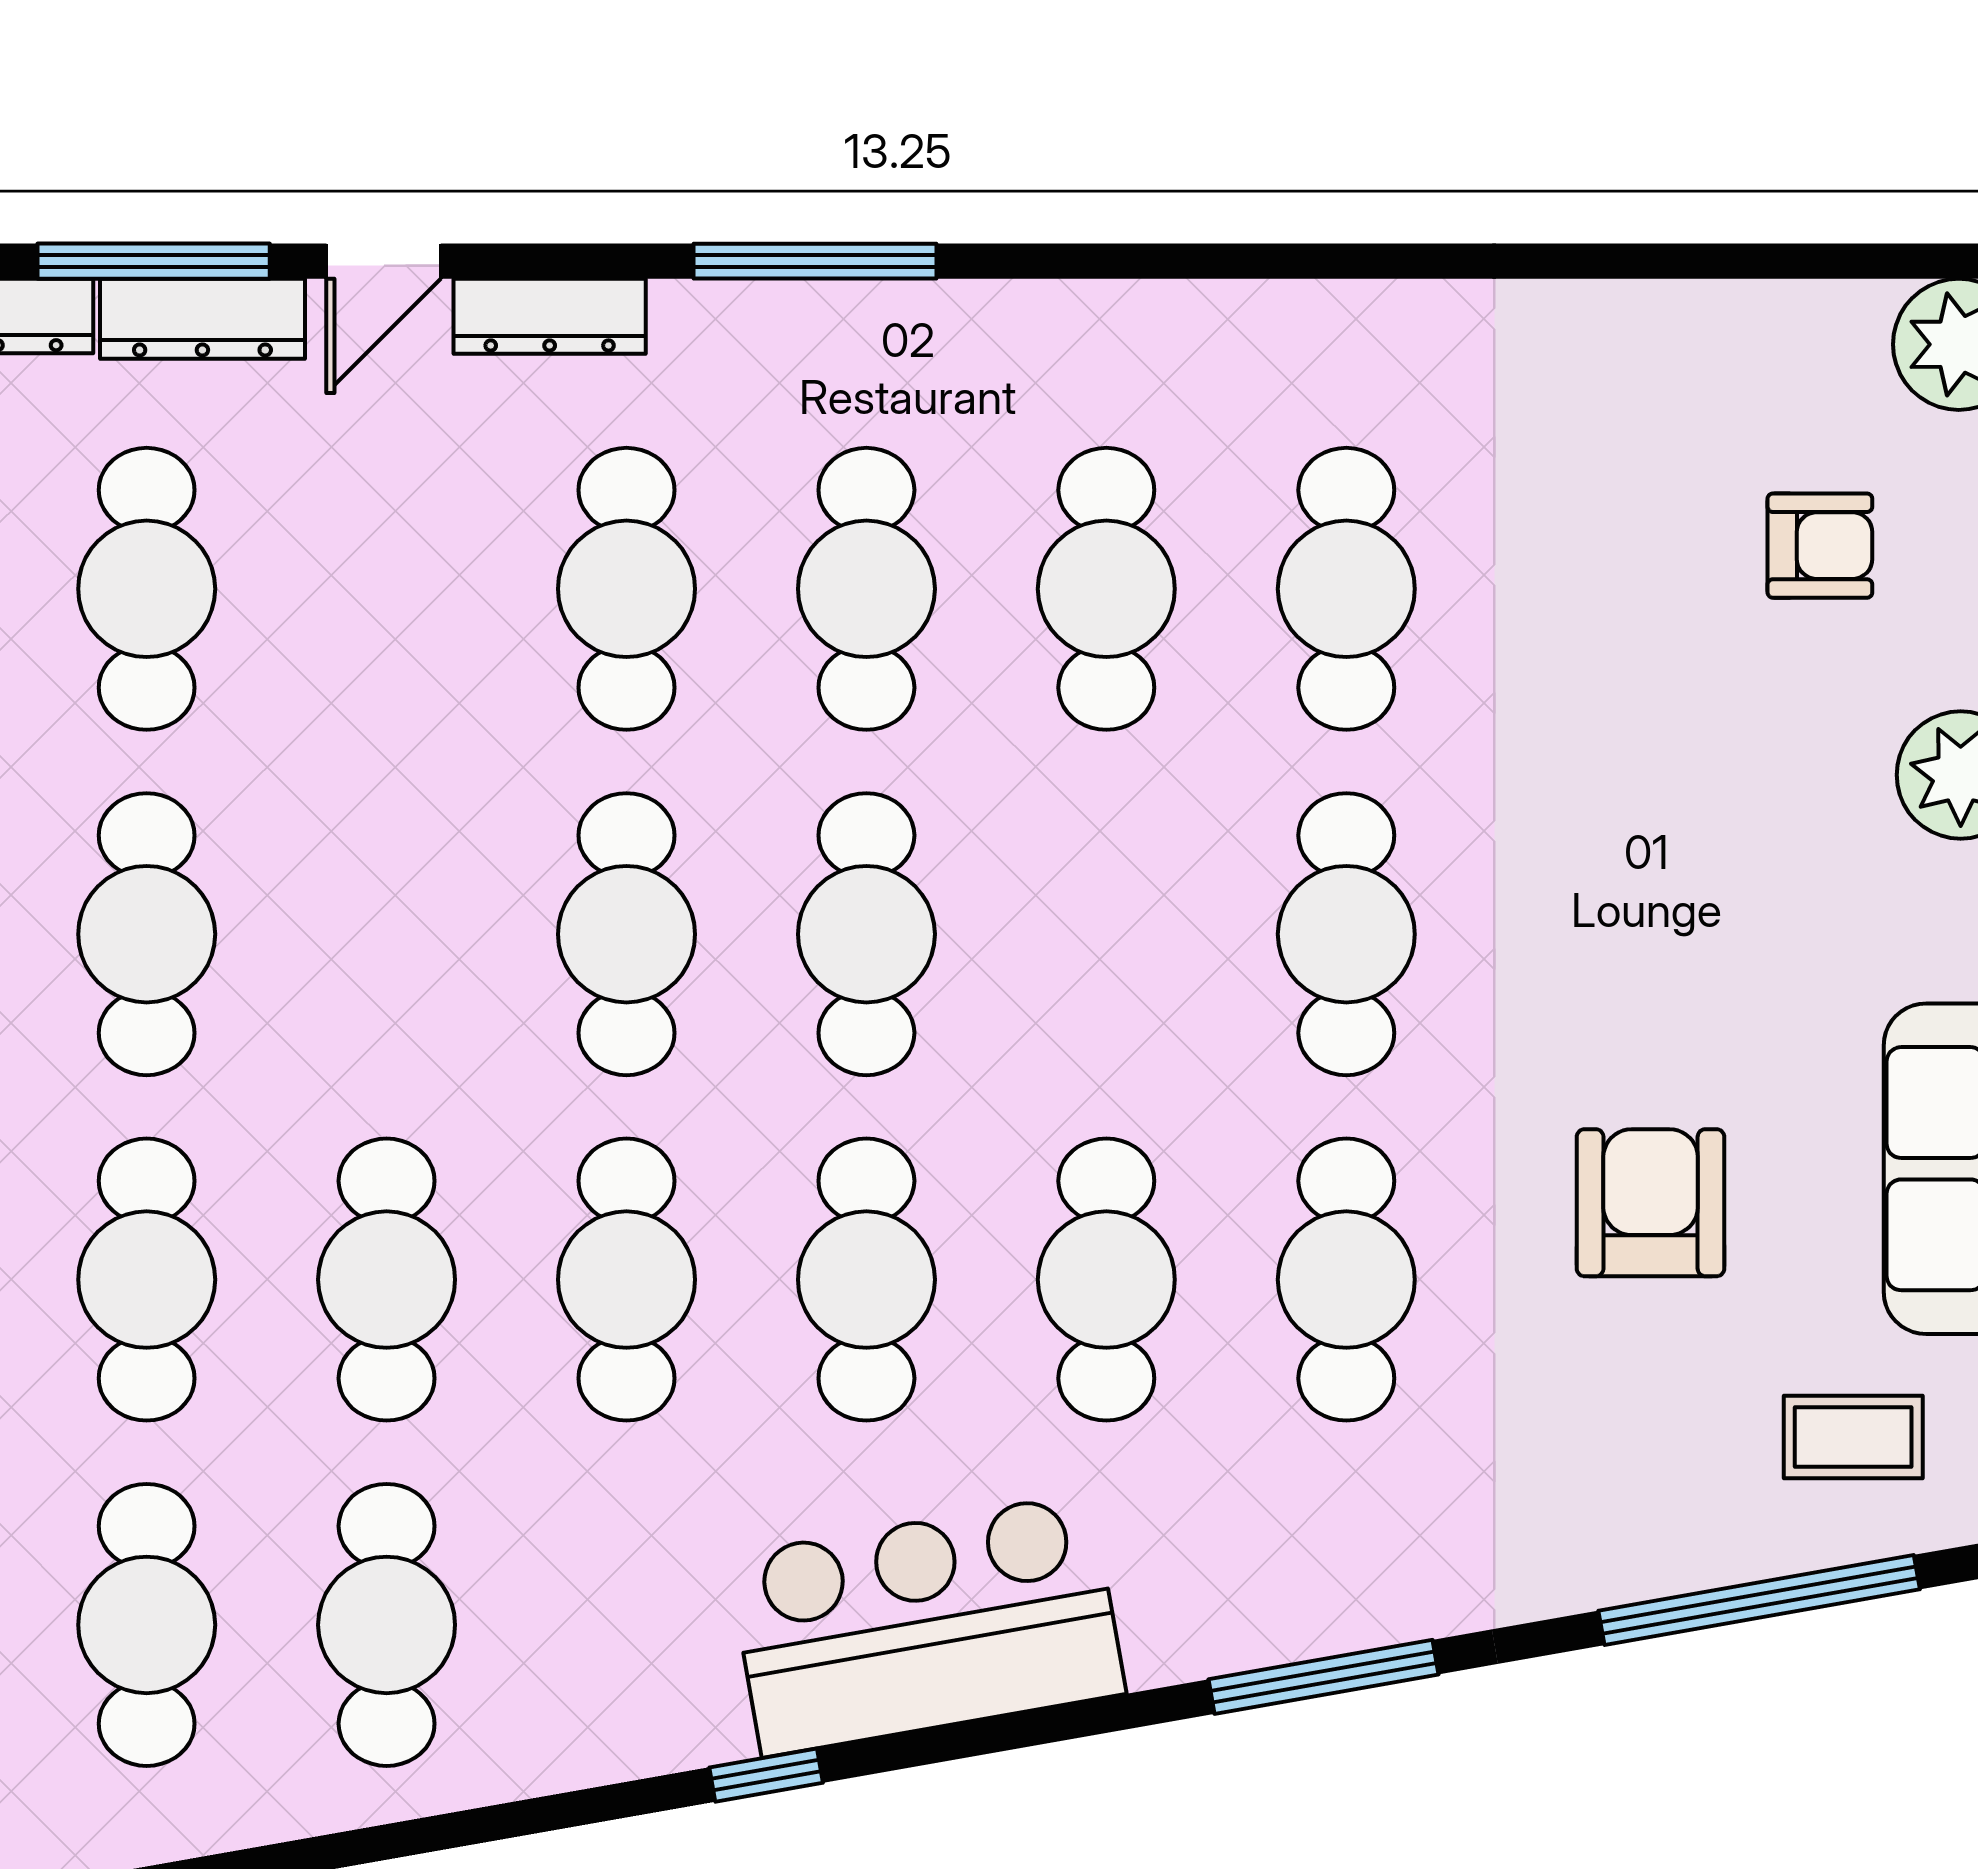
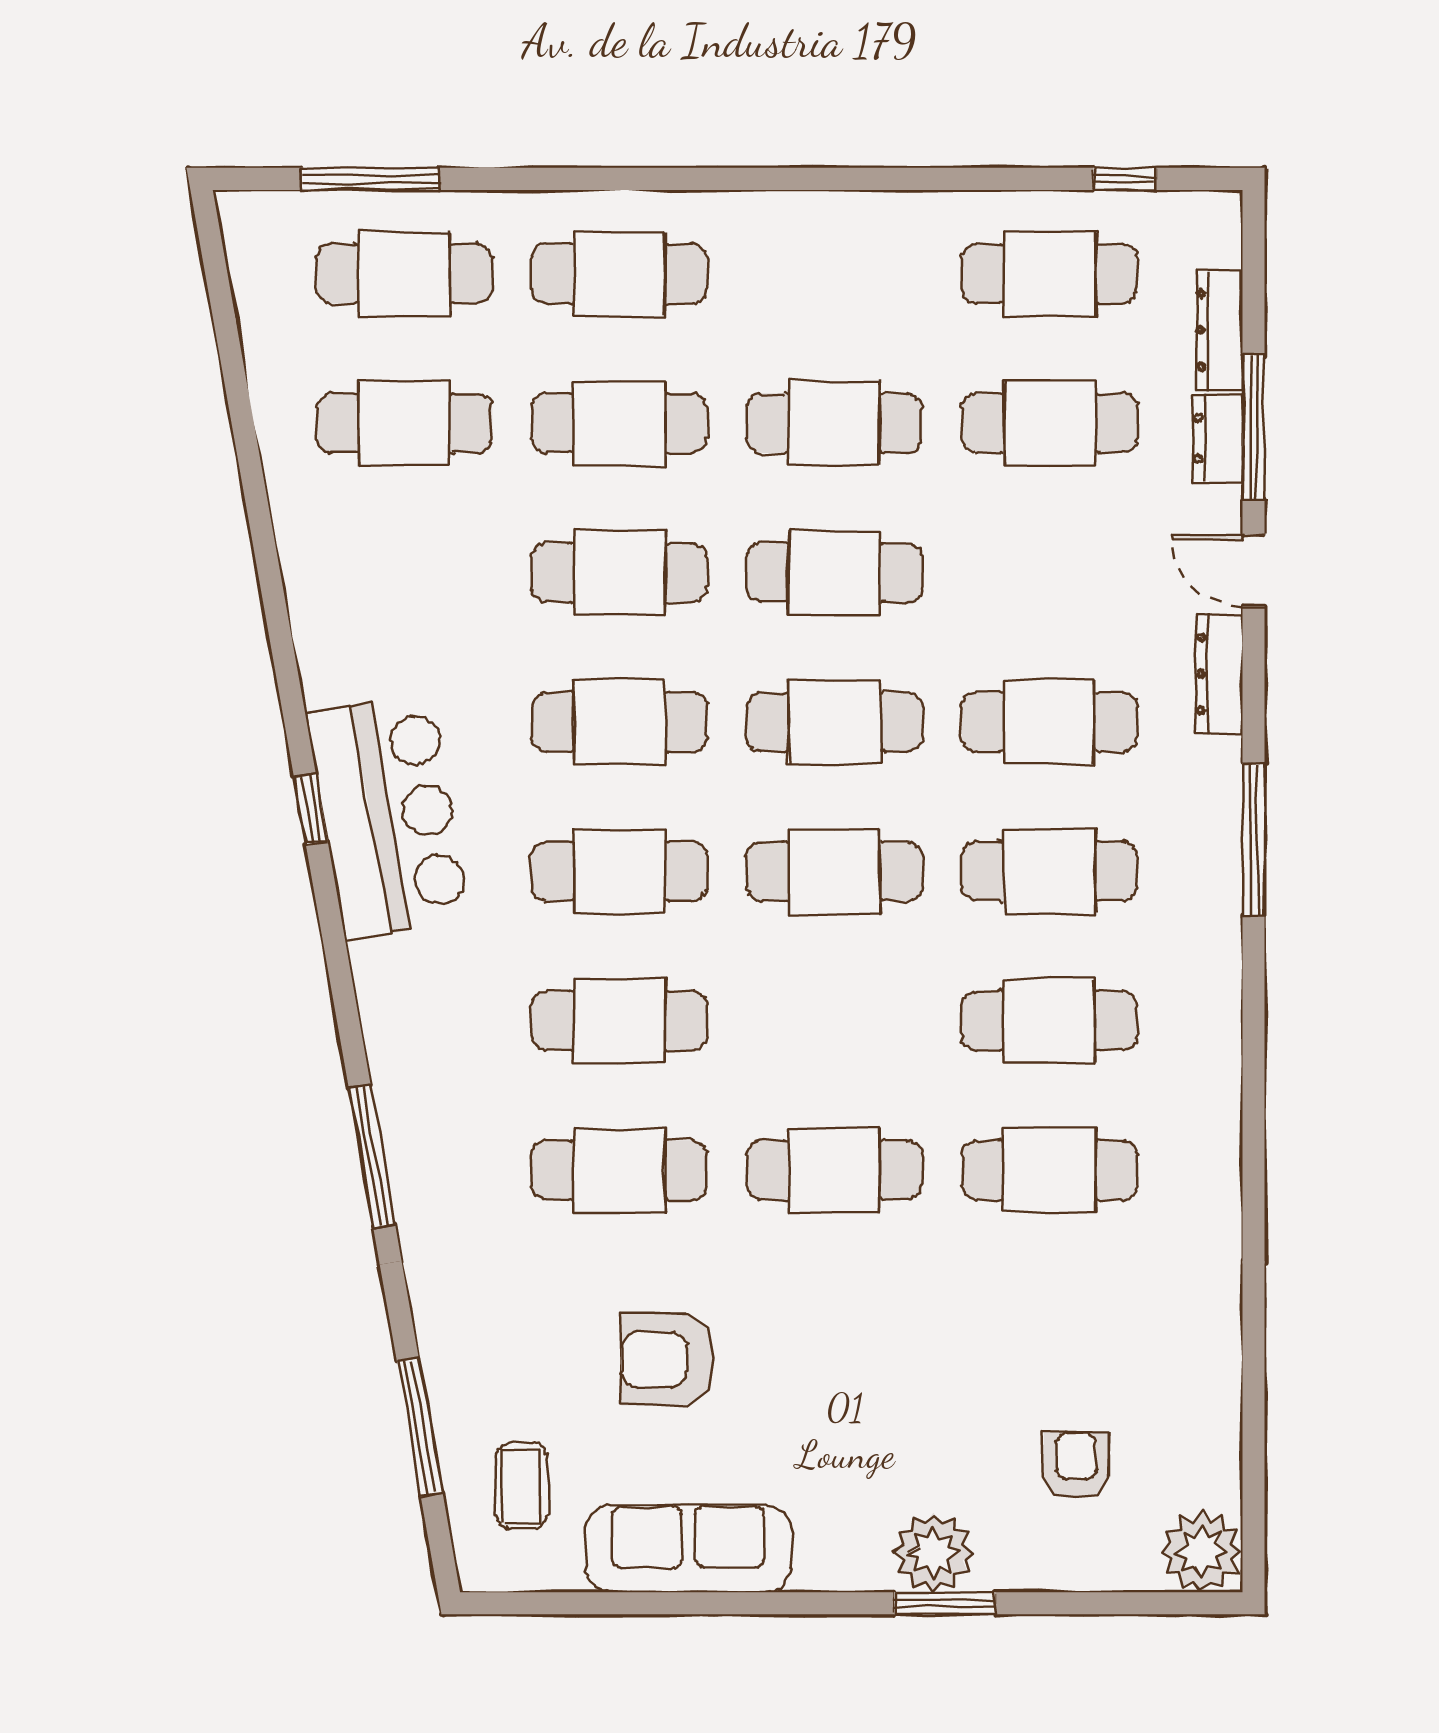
dresser: (202, 319) -> (1218, 438), width x0.70
armchair: (1820, 546) -> (1076, 1465), turned 180
armchair: (1651, 1203) -> (667, 1360), turned 180
window: (1759, 1600) -> (420, 1427), width x0.68
cafe table: (387, 1625) -> (834, 572), moved
bar counter: (926, 1625) -> (388, 817), moved

